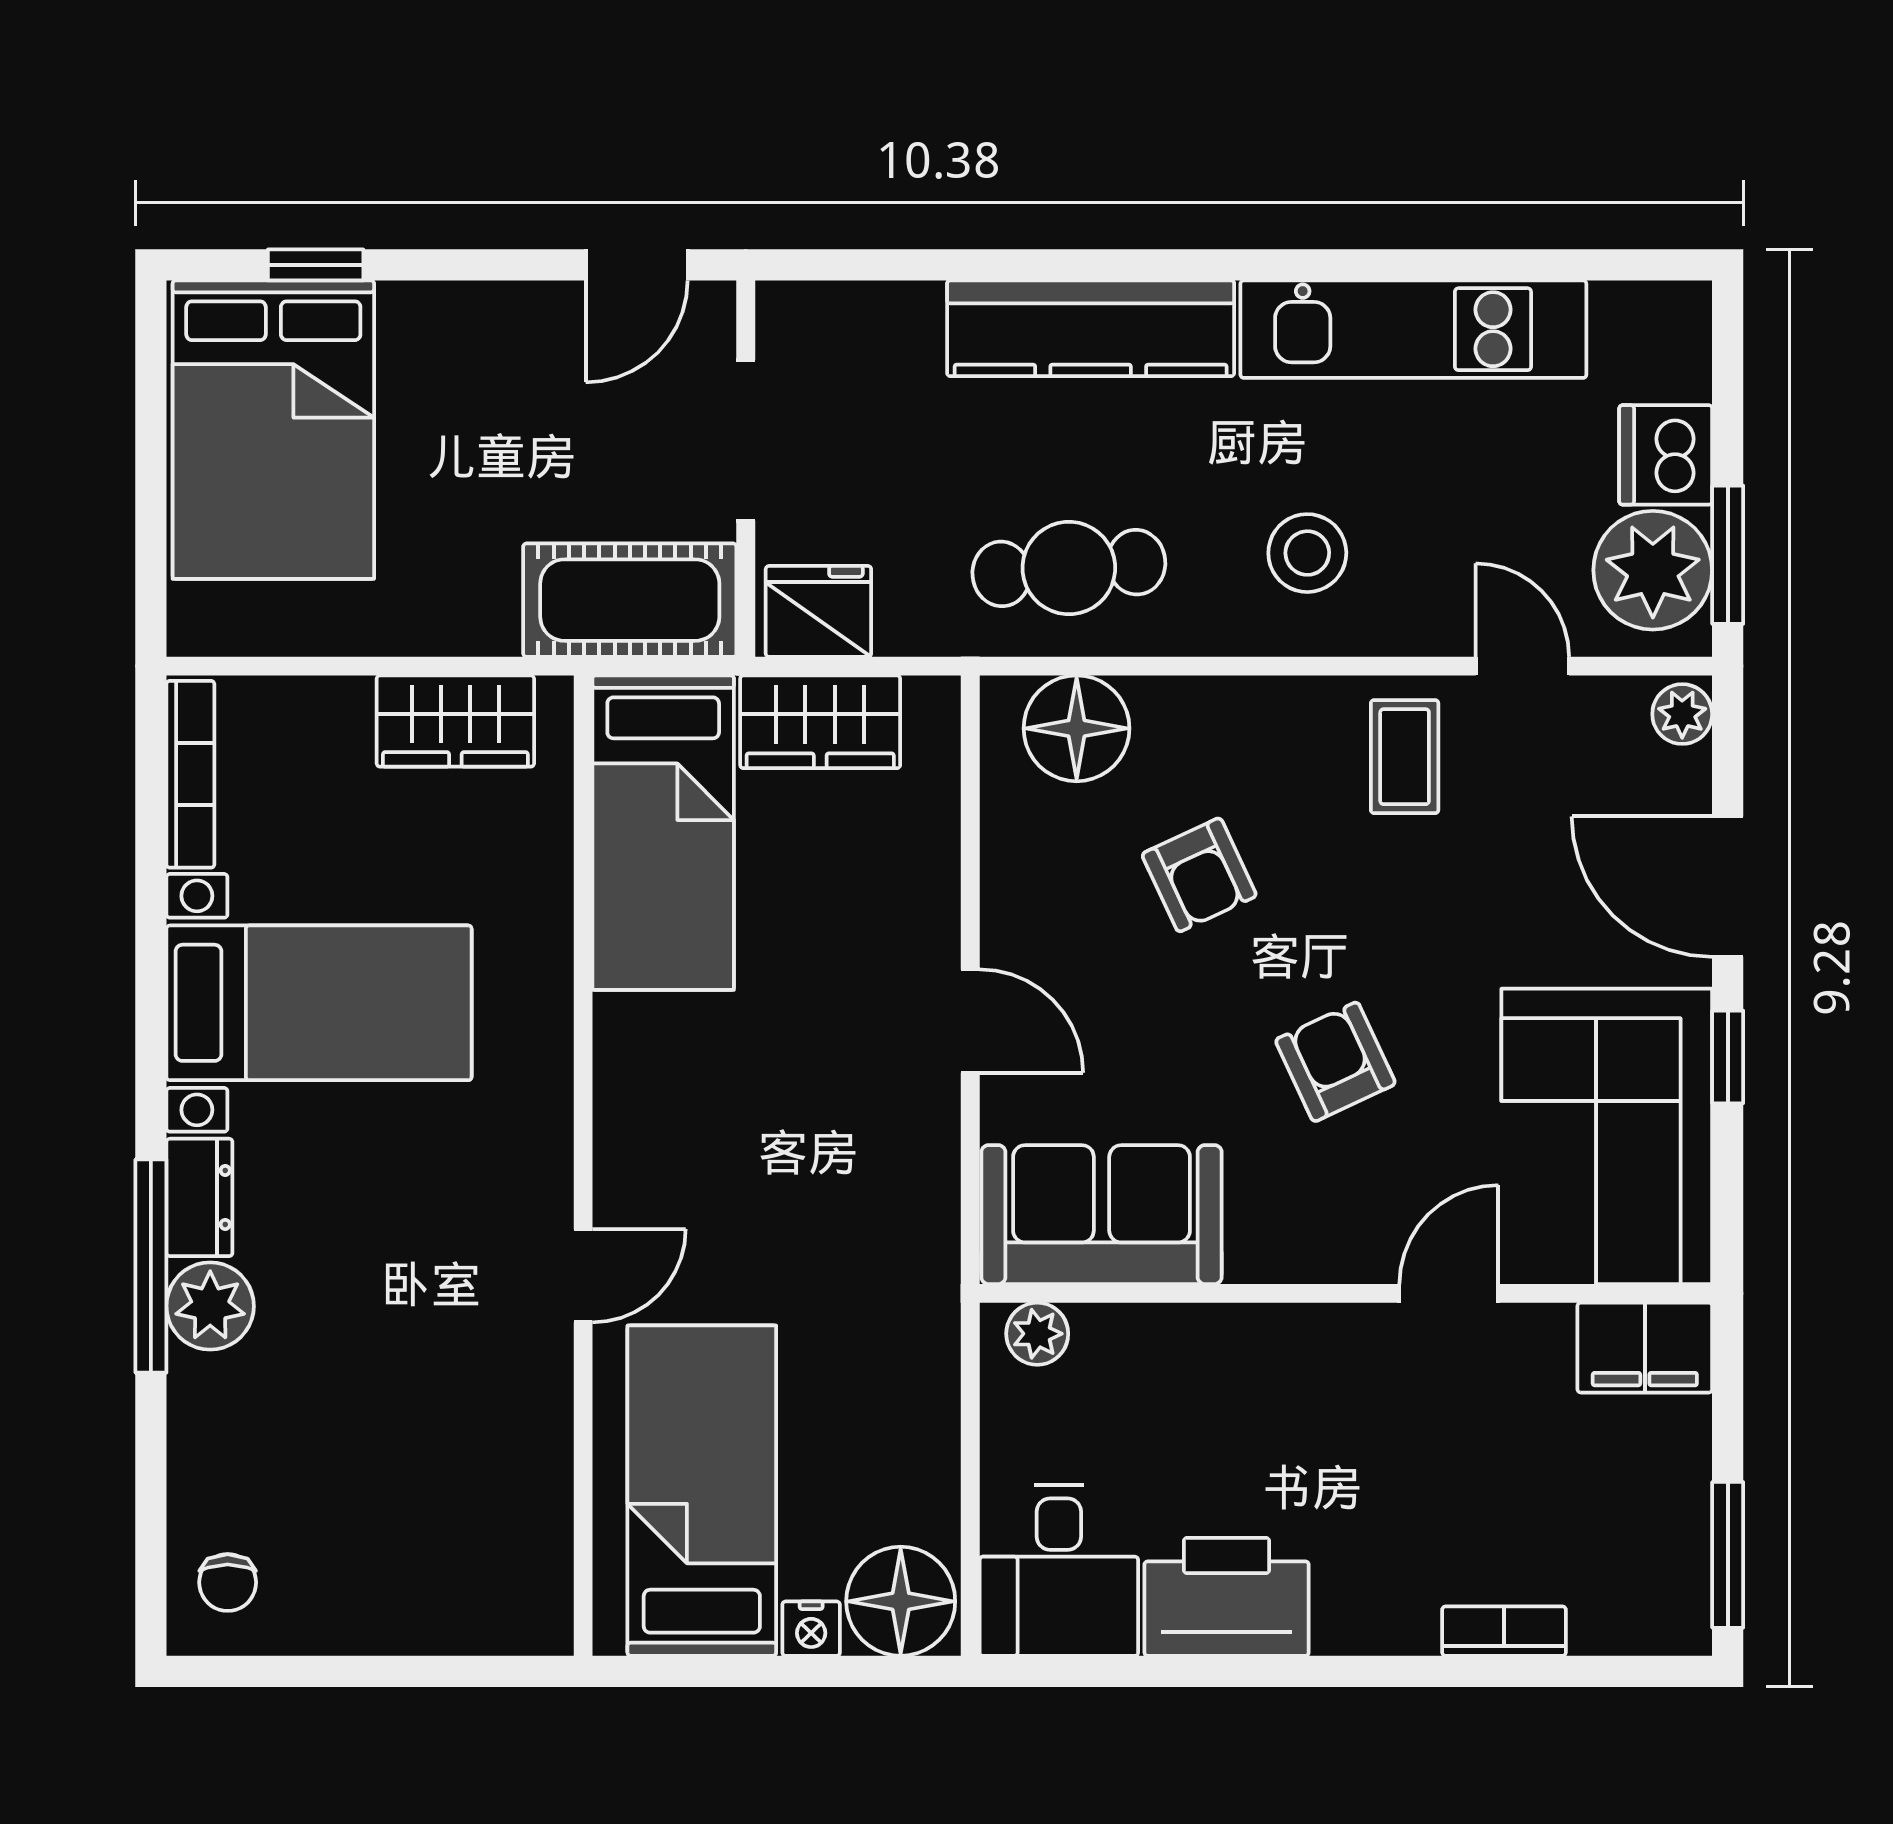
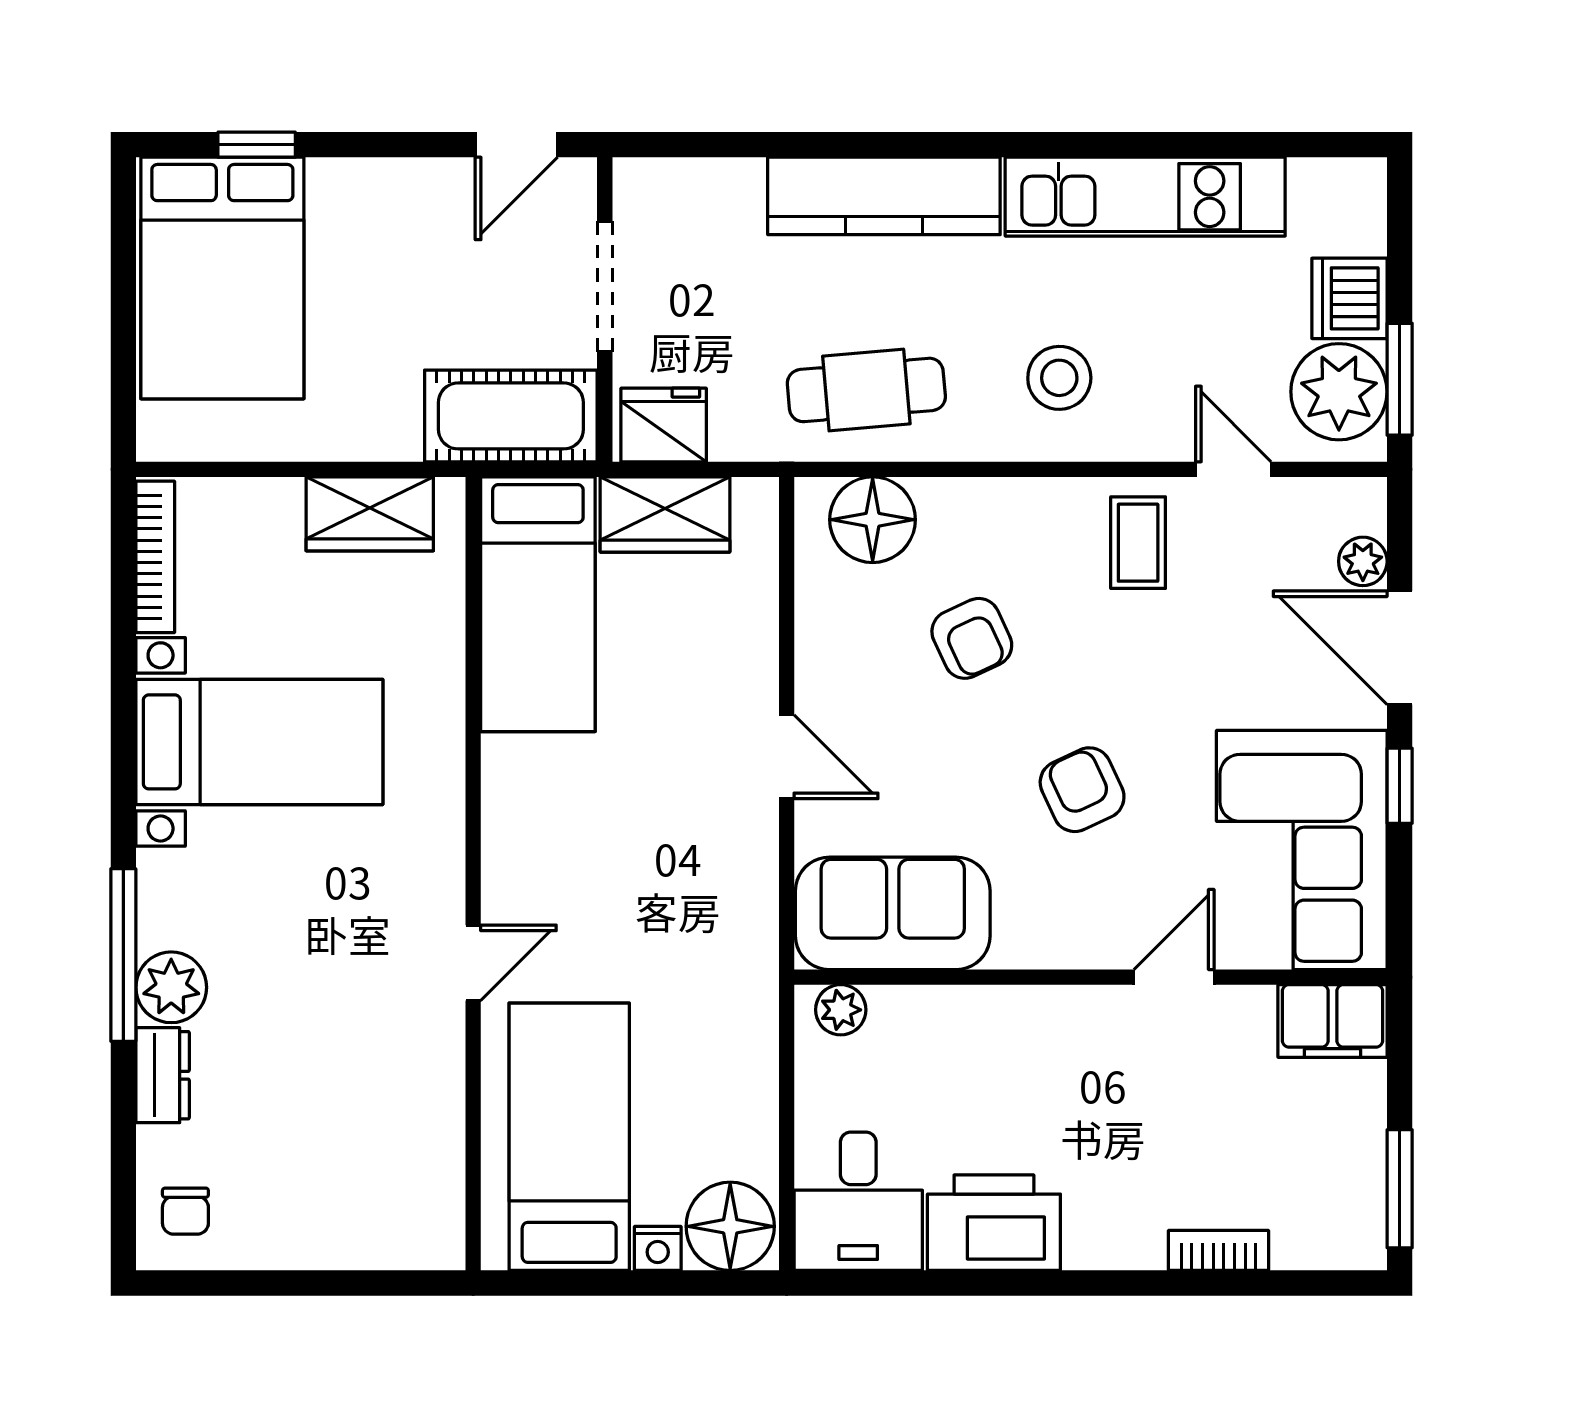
plant: (1682, 714) -> (1363, 561), moved
dresser: (199, 1197) -> (163, 1075), moved

